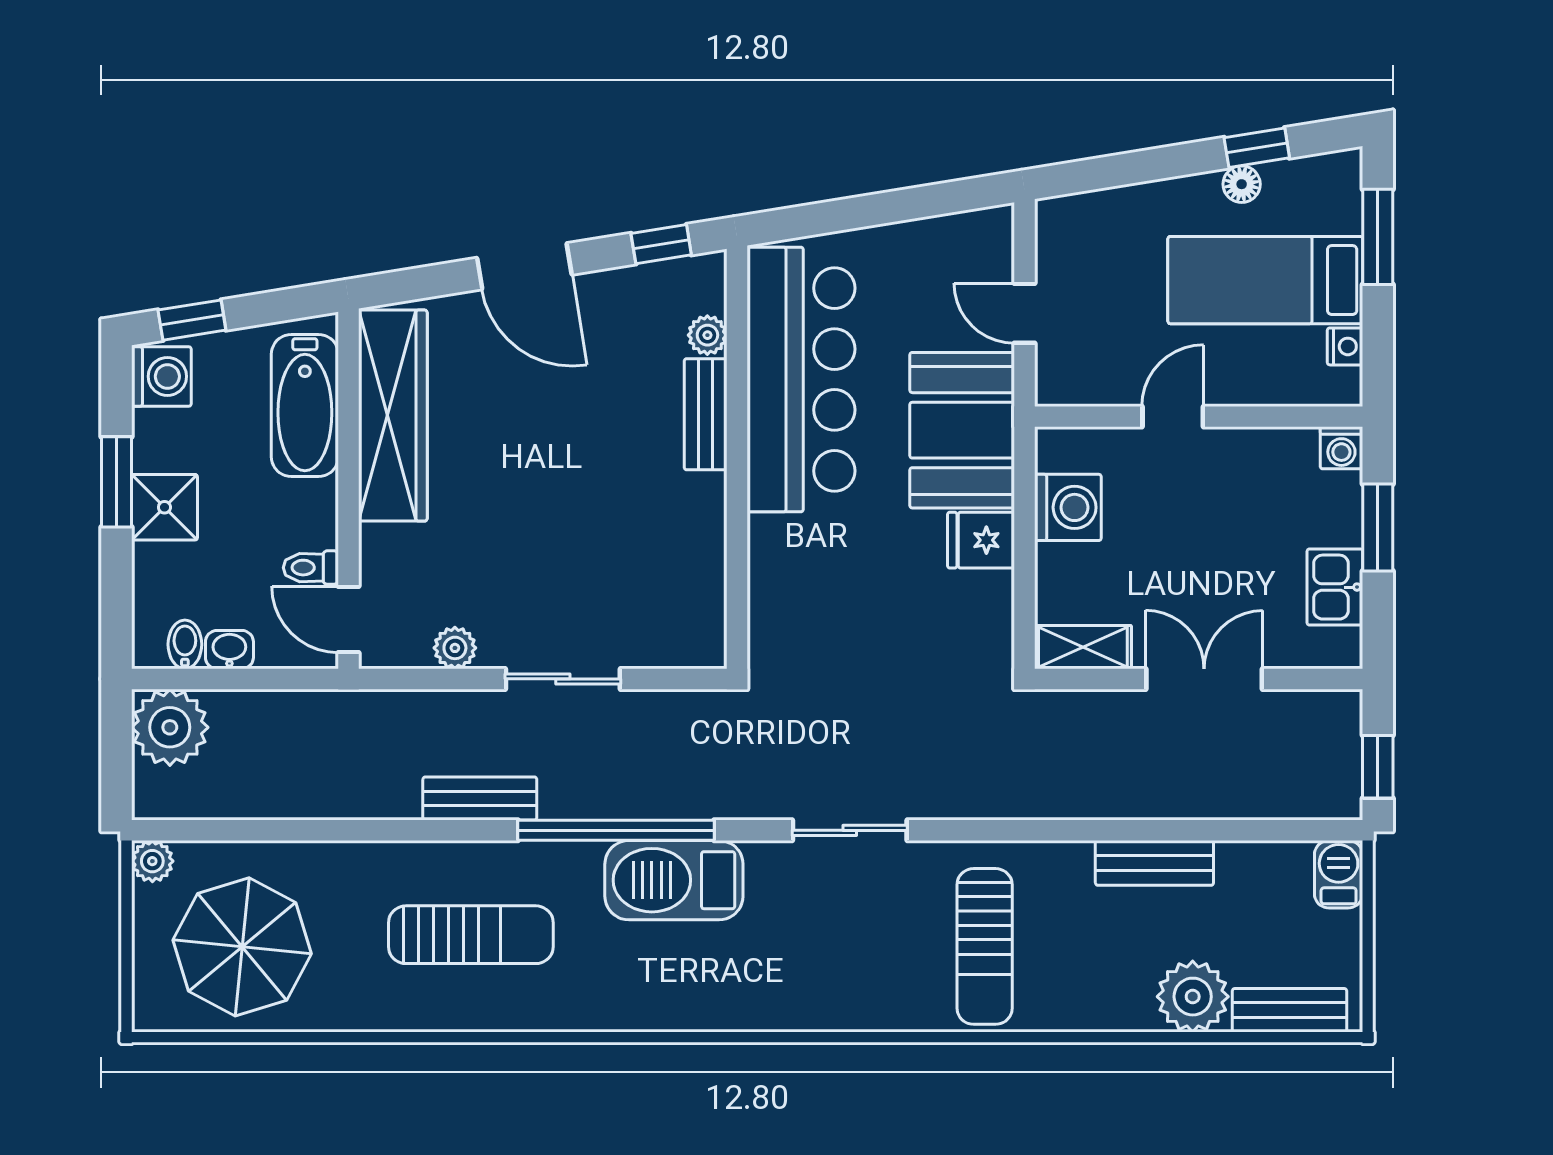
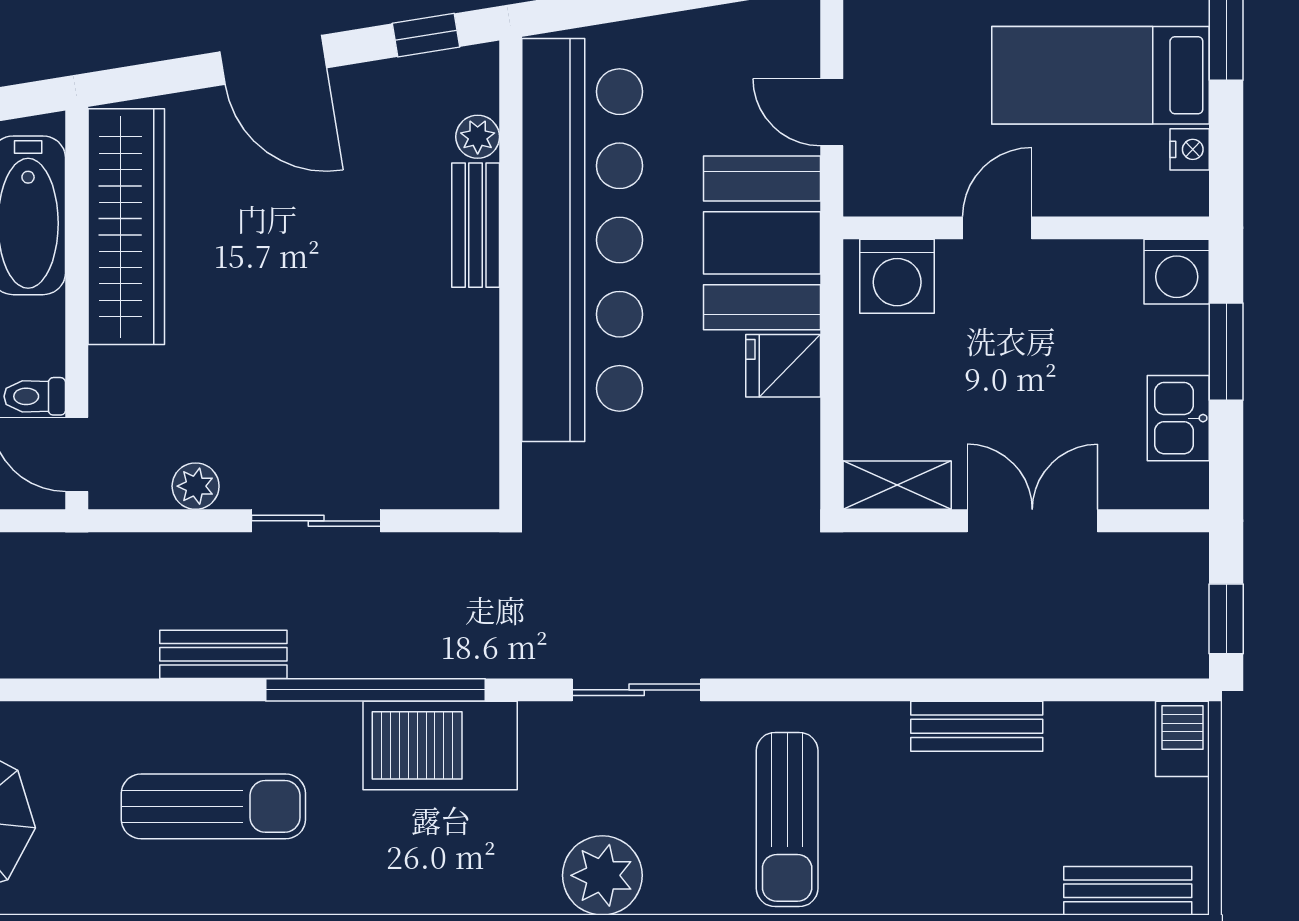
bar counter: (801, 379) -> (582, 240), width x1.36
washing machine: (1341, 448) -> (1177, 272), width x1.38, depth x1.38
washing machine: (1068, 507) -> (897, 276), moved, turned 90
plant: (1193, 997) -> (602, 875), moved

